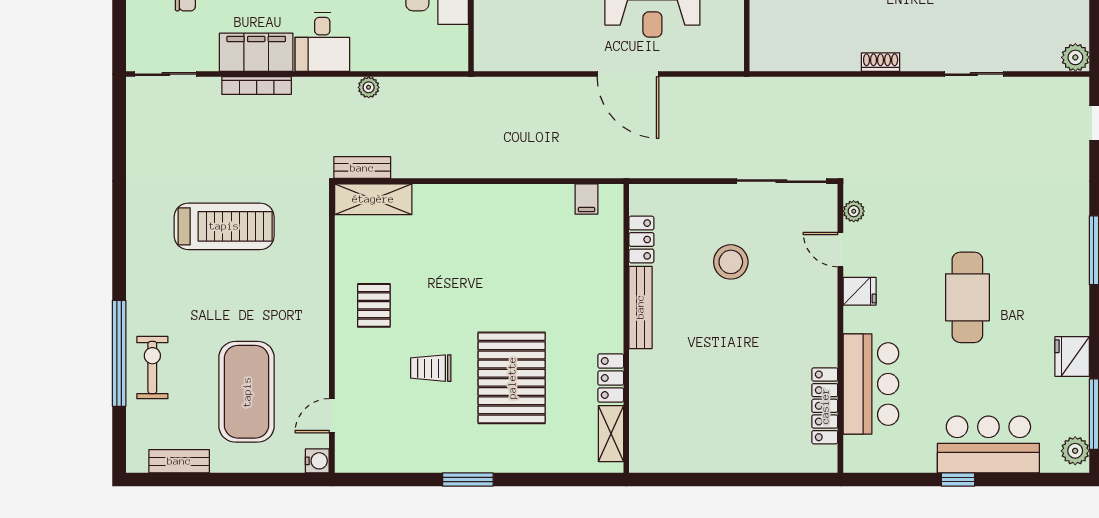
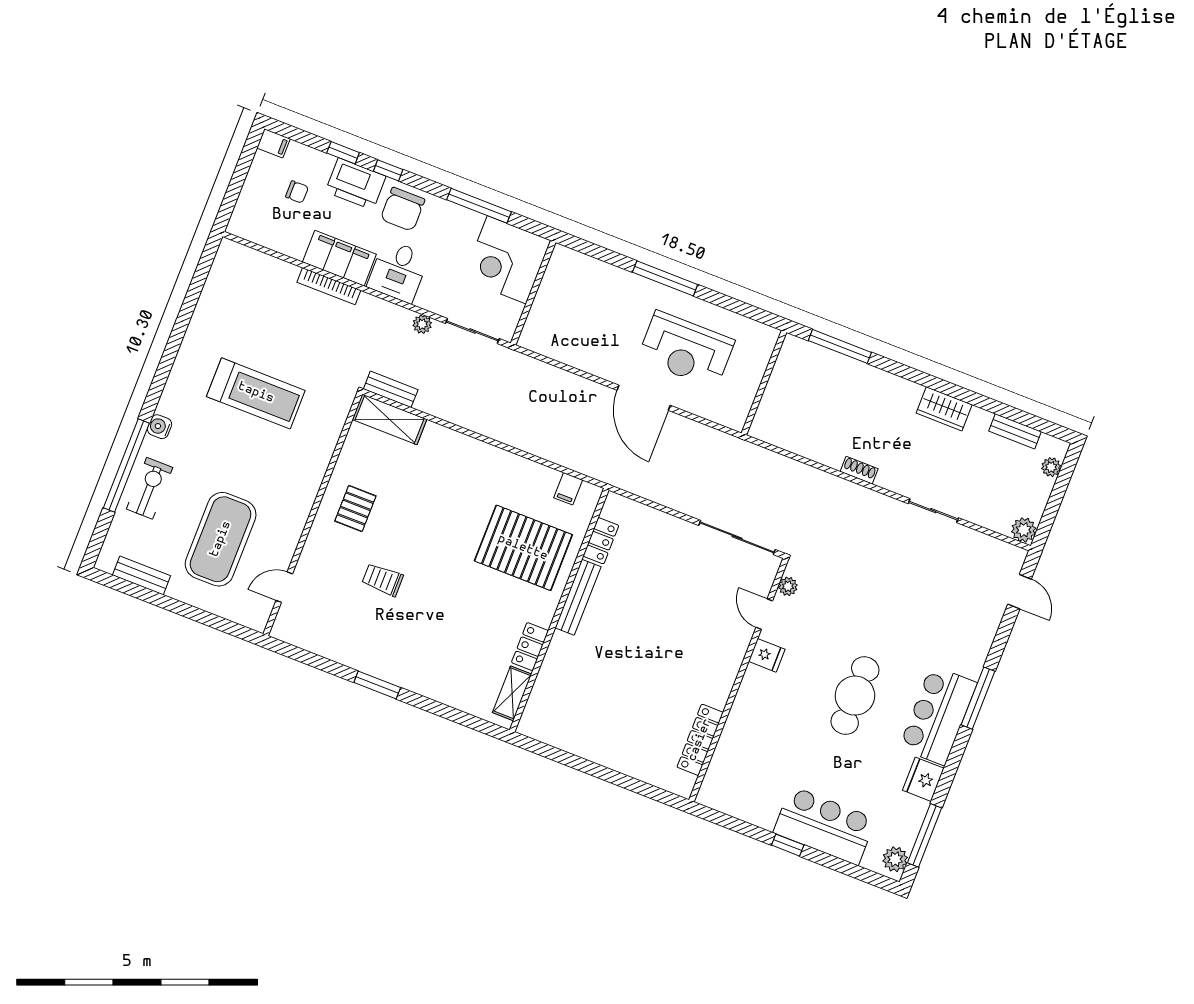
sliding door: (166, 74) -> (472, 331), moved
stool: (731, 262) -> (668, 589), removed
pallet: (512, 378) -> (523, 548), moved, turned 90
bar counter: (871, 384) -> (938, 715), moved, turned 180
water cooler: (317, 461) -> (160, 427), moved, turned 180

